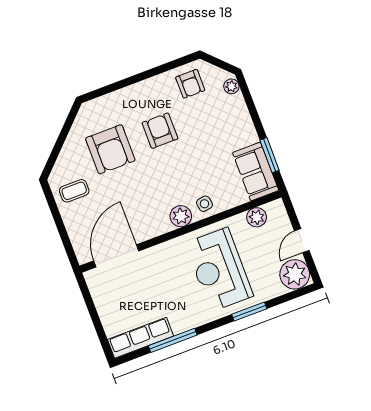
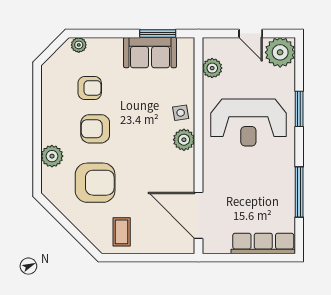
armchair: (190, 84) -> (90, 88), moved
plant: (120, 100) -> (52, 156), added
sofa: (256, 171) -> (150, 53), moved
row of seats: (140, 338) -> (263, 243), moved, turned 90

